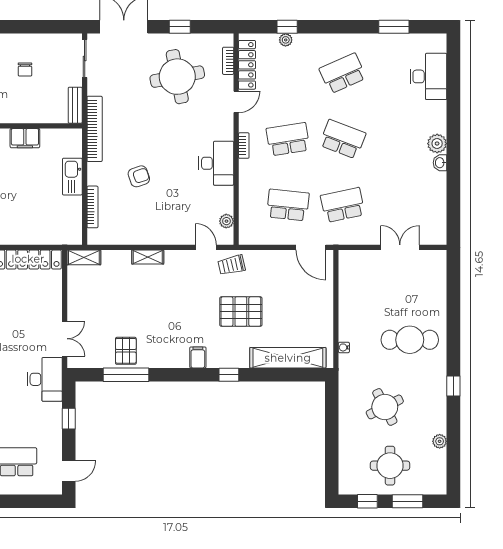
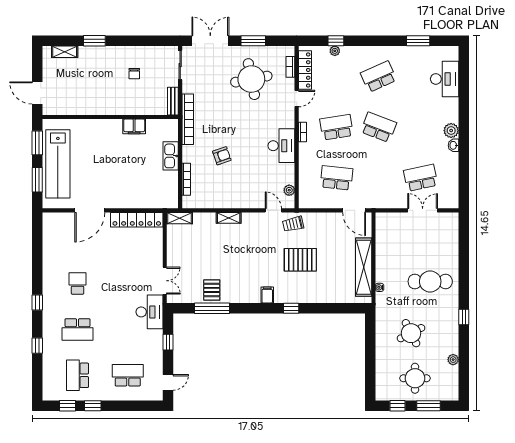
window: (180, 27) -> (253, 41), width x1.50
school desk: (343, 205) -> (421, 178), moved
shelving: (288, 358) -> (364, 267), moved, turned 90

